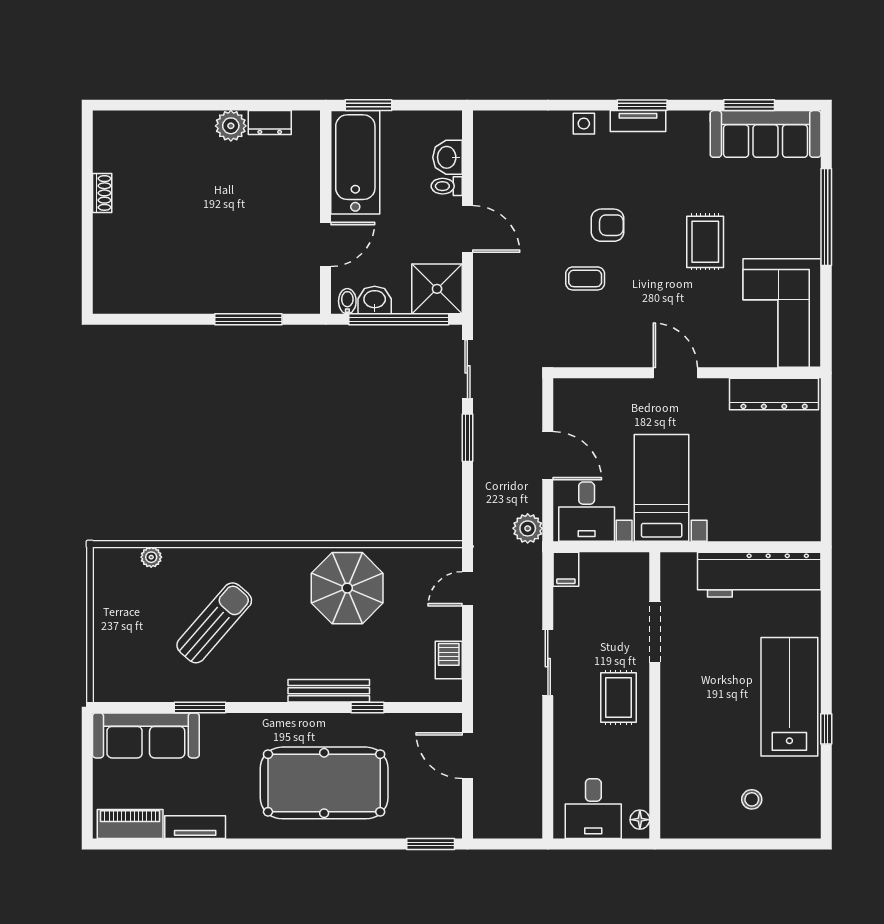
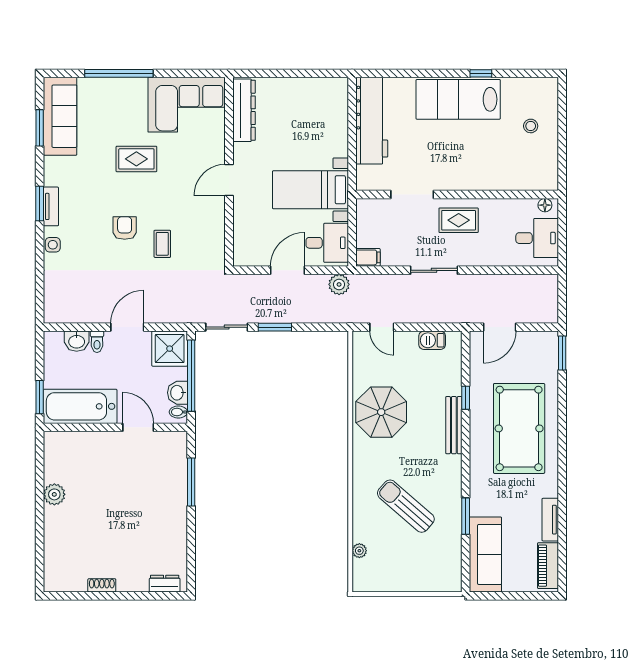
dresser: (270, 123) -> (165, 584), moved, turned -90

